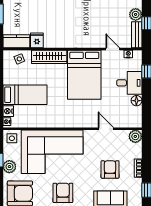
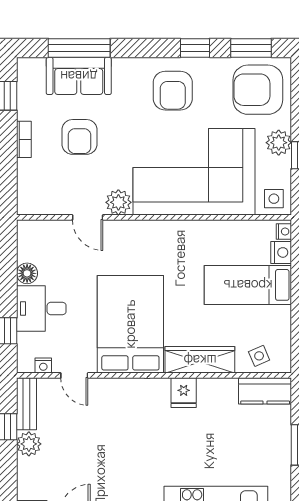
fridge: (37, 40) -> (184, 393), moved
plant: (135, 136) -> (118, 202), moved

